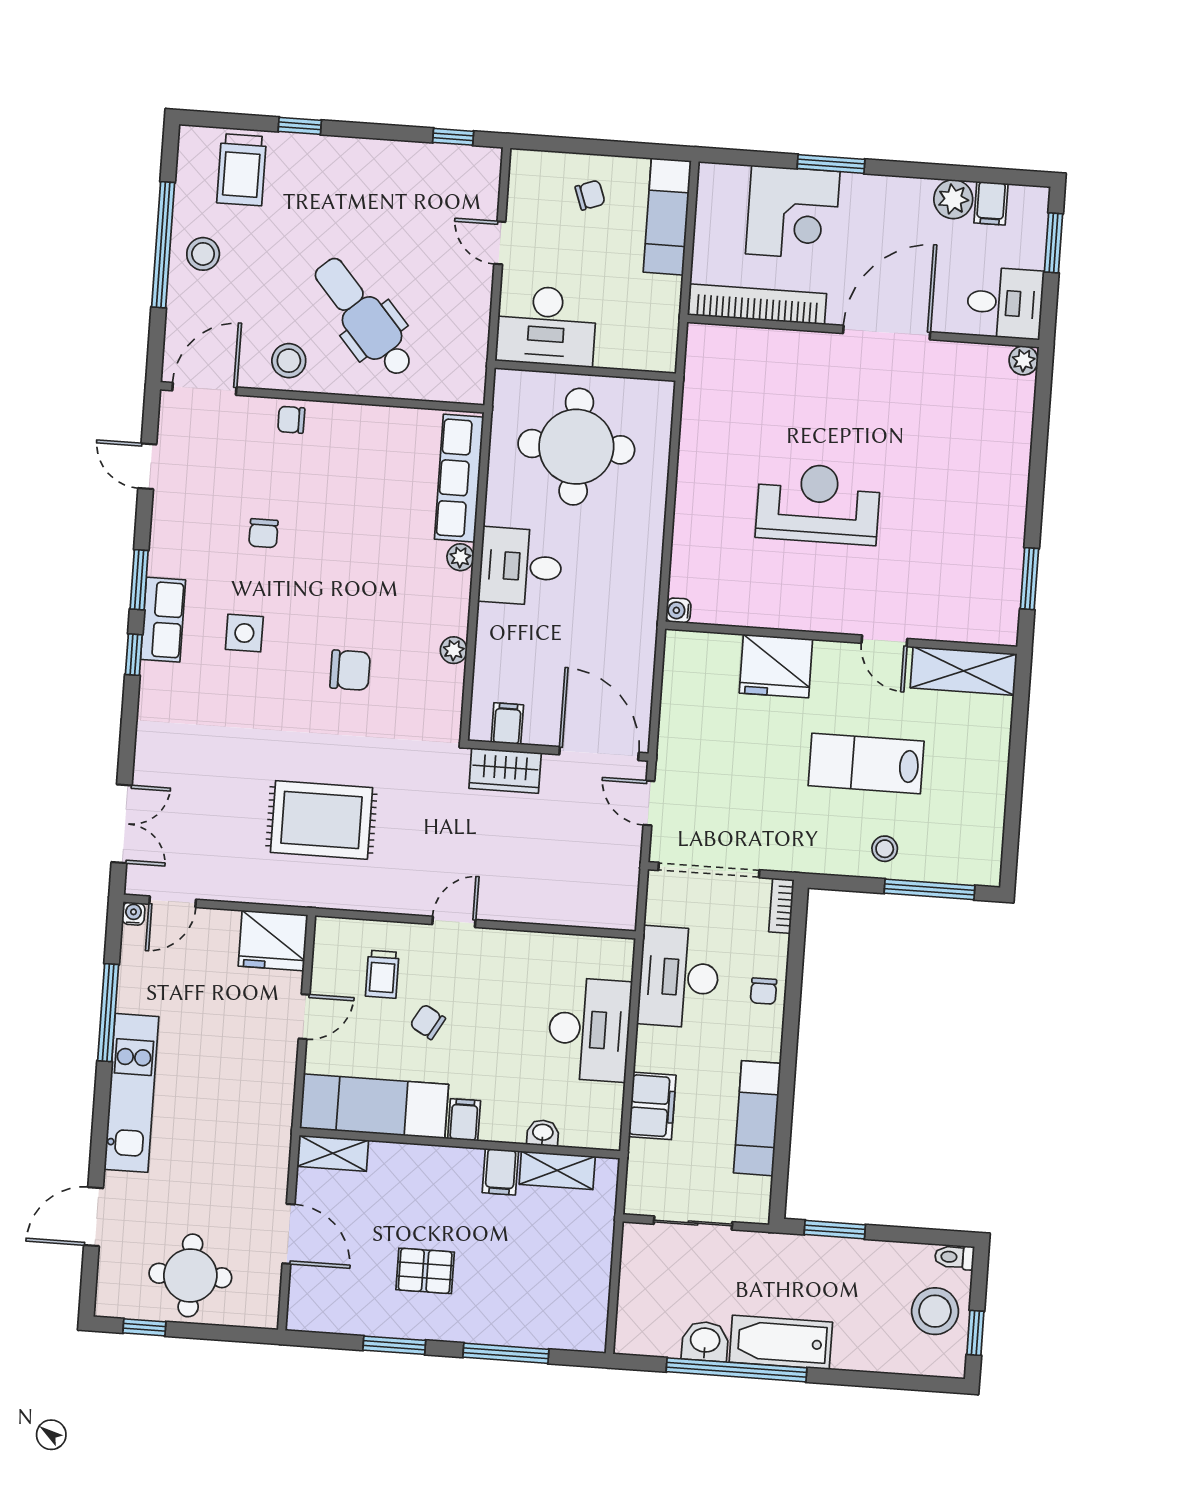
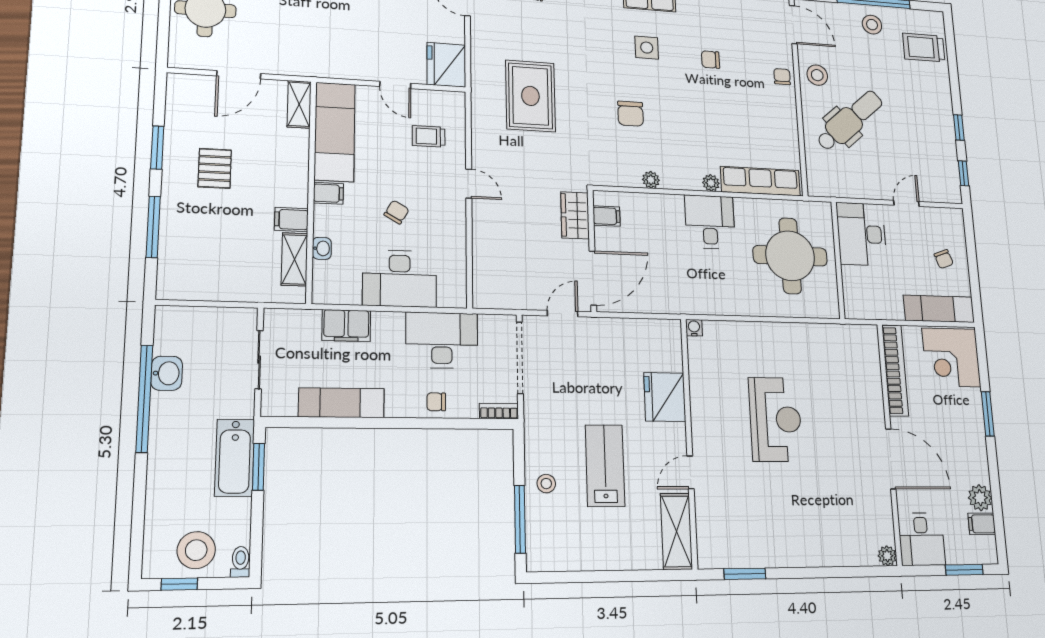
window: (300, 126) -> (959, 127), moved
corner desk: (793, 213) -> (951, 357), moved
chair: (428, 1022) -> (397, 212), moved
bathtub: (781, 1342) -> (235, 458), moved, turned 180

